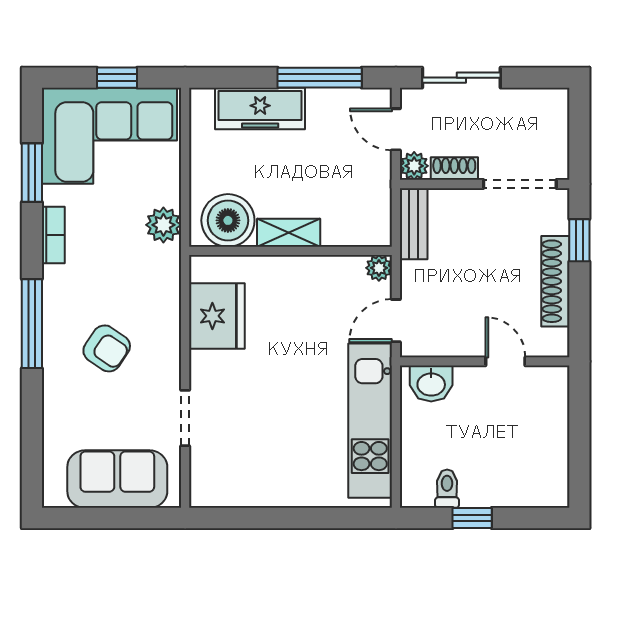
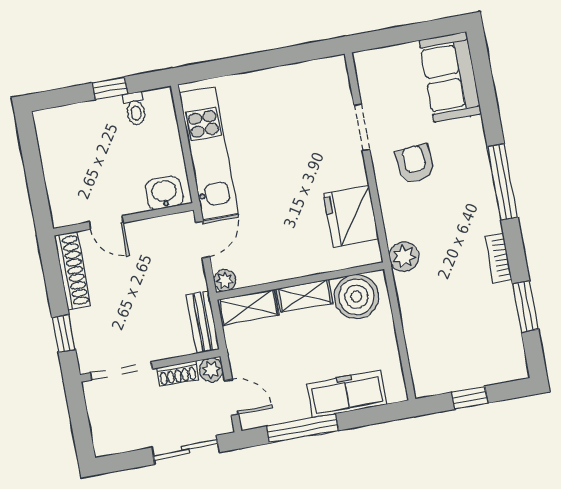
corner sofa: (109, 136) -> (467, 349), removed
plant: (163, 225) -> (404, 257), moved
shelving: (357, 231) -> (248, 307), added
shoe rack: (555, 281) -> (73, 271), moved
armchair: (107, 348) -> (415, 164), moved, turned 51
sofa: (117, 479) -> (450, 77), moved, turned 90

